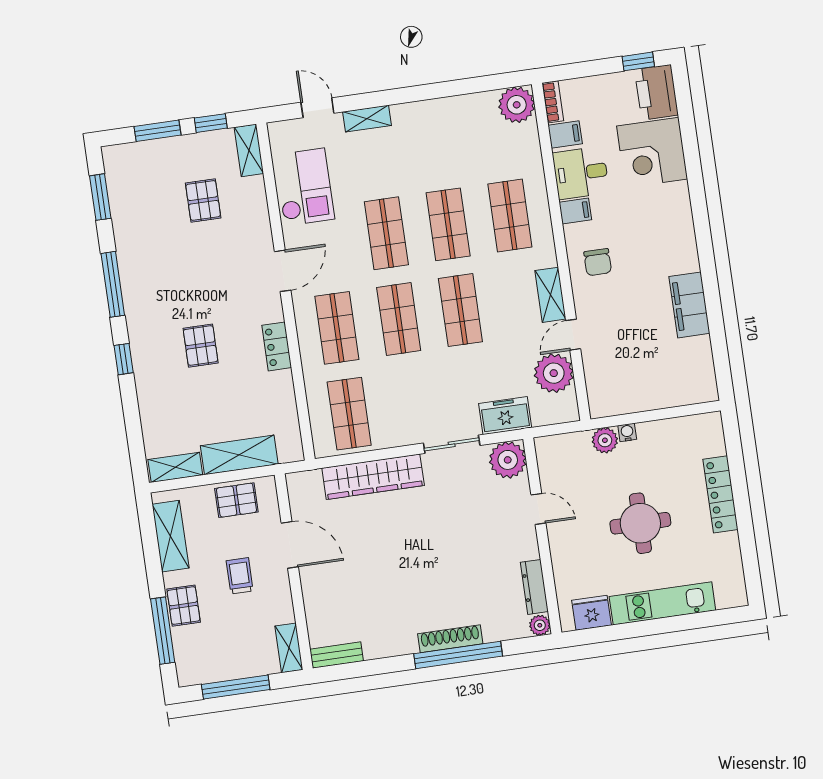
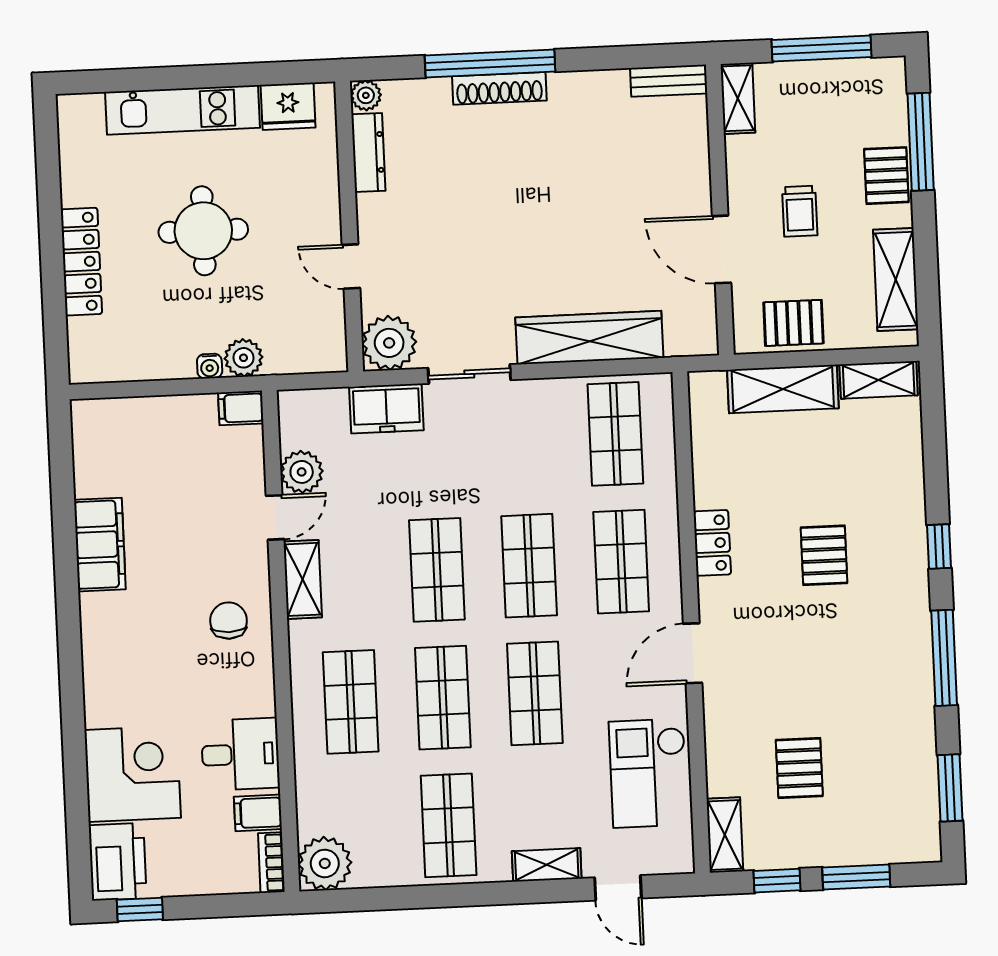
shop shelf: (436, 139) -> (449, 825), added
filing cabinet: (575, 211) -> (241, 408), moved
plant: (554, 373) -> (302, 472), width x0.73, depth x0.73

